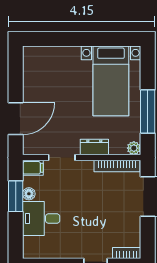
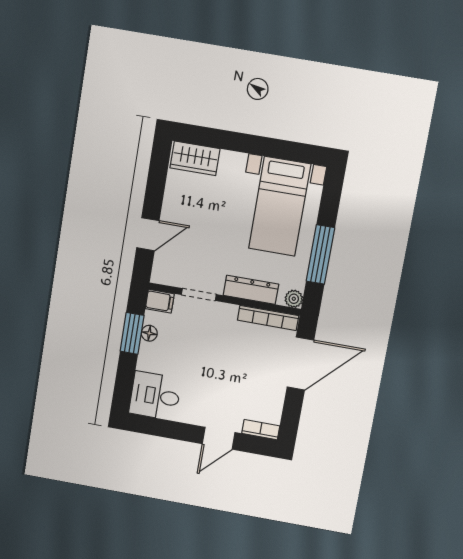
wardrobe: (42, 56) -> (195, 158), added
door: (16, 119) -> (148, 234), width x0.73
dresser: (94, 147) -> (251, 290), width x1.44
desk: (41, 219) -> (155, 396), moved

